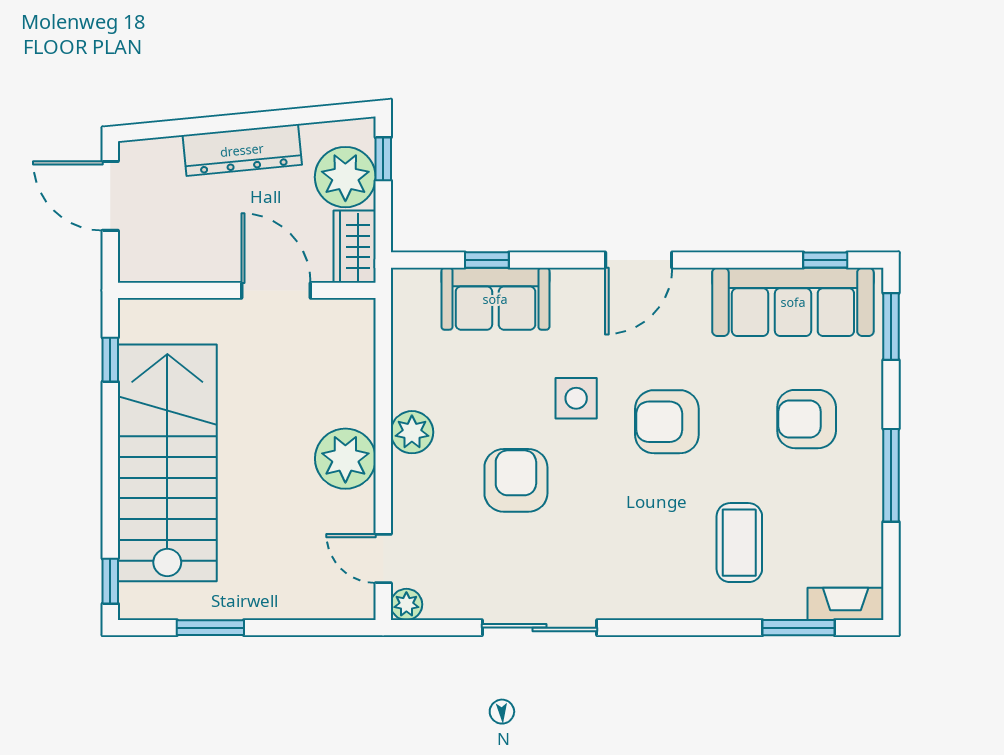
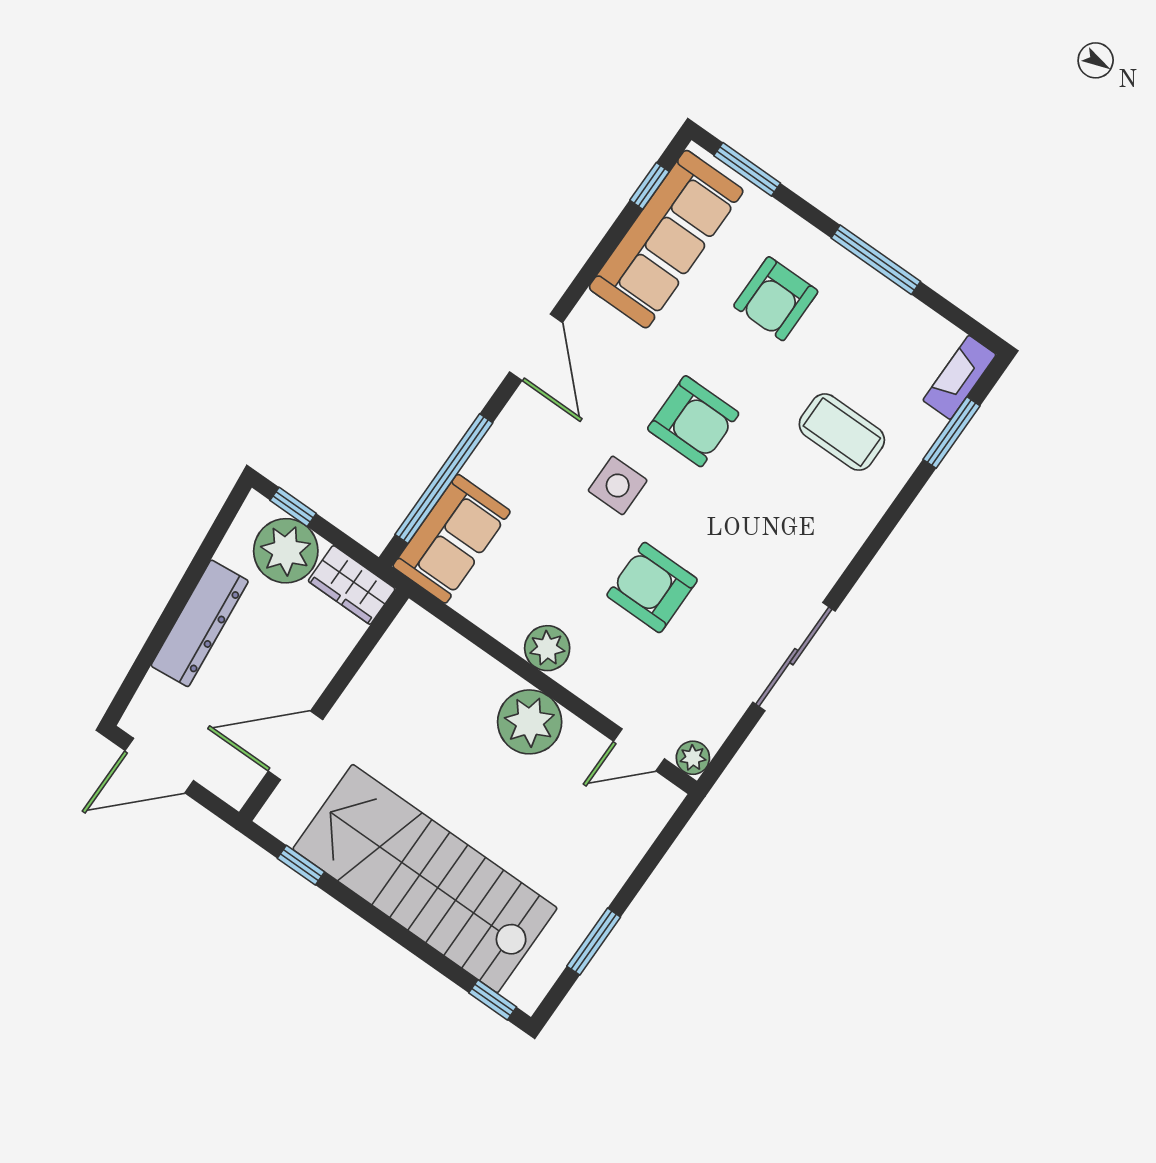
window: (487, 260) -> (444, 479), width x3.17
door: (276, 290) -> (295, 745), moved
sofa: (495, 299) -> (452, 539), moved
armchair: (667, 422) -> (693, 421), turned -90

